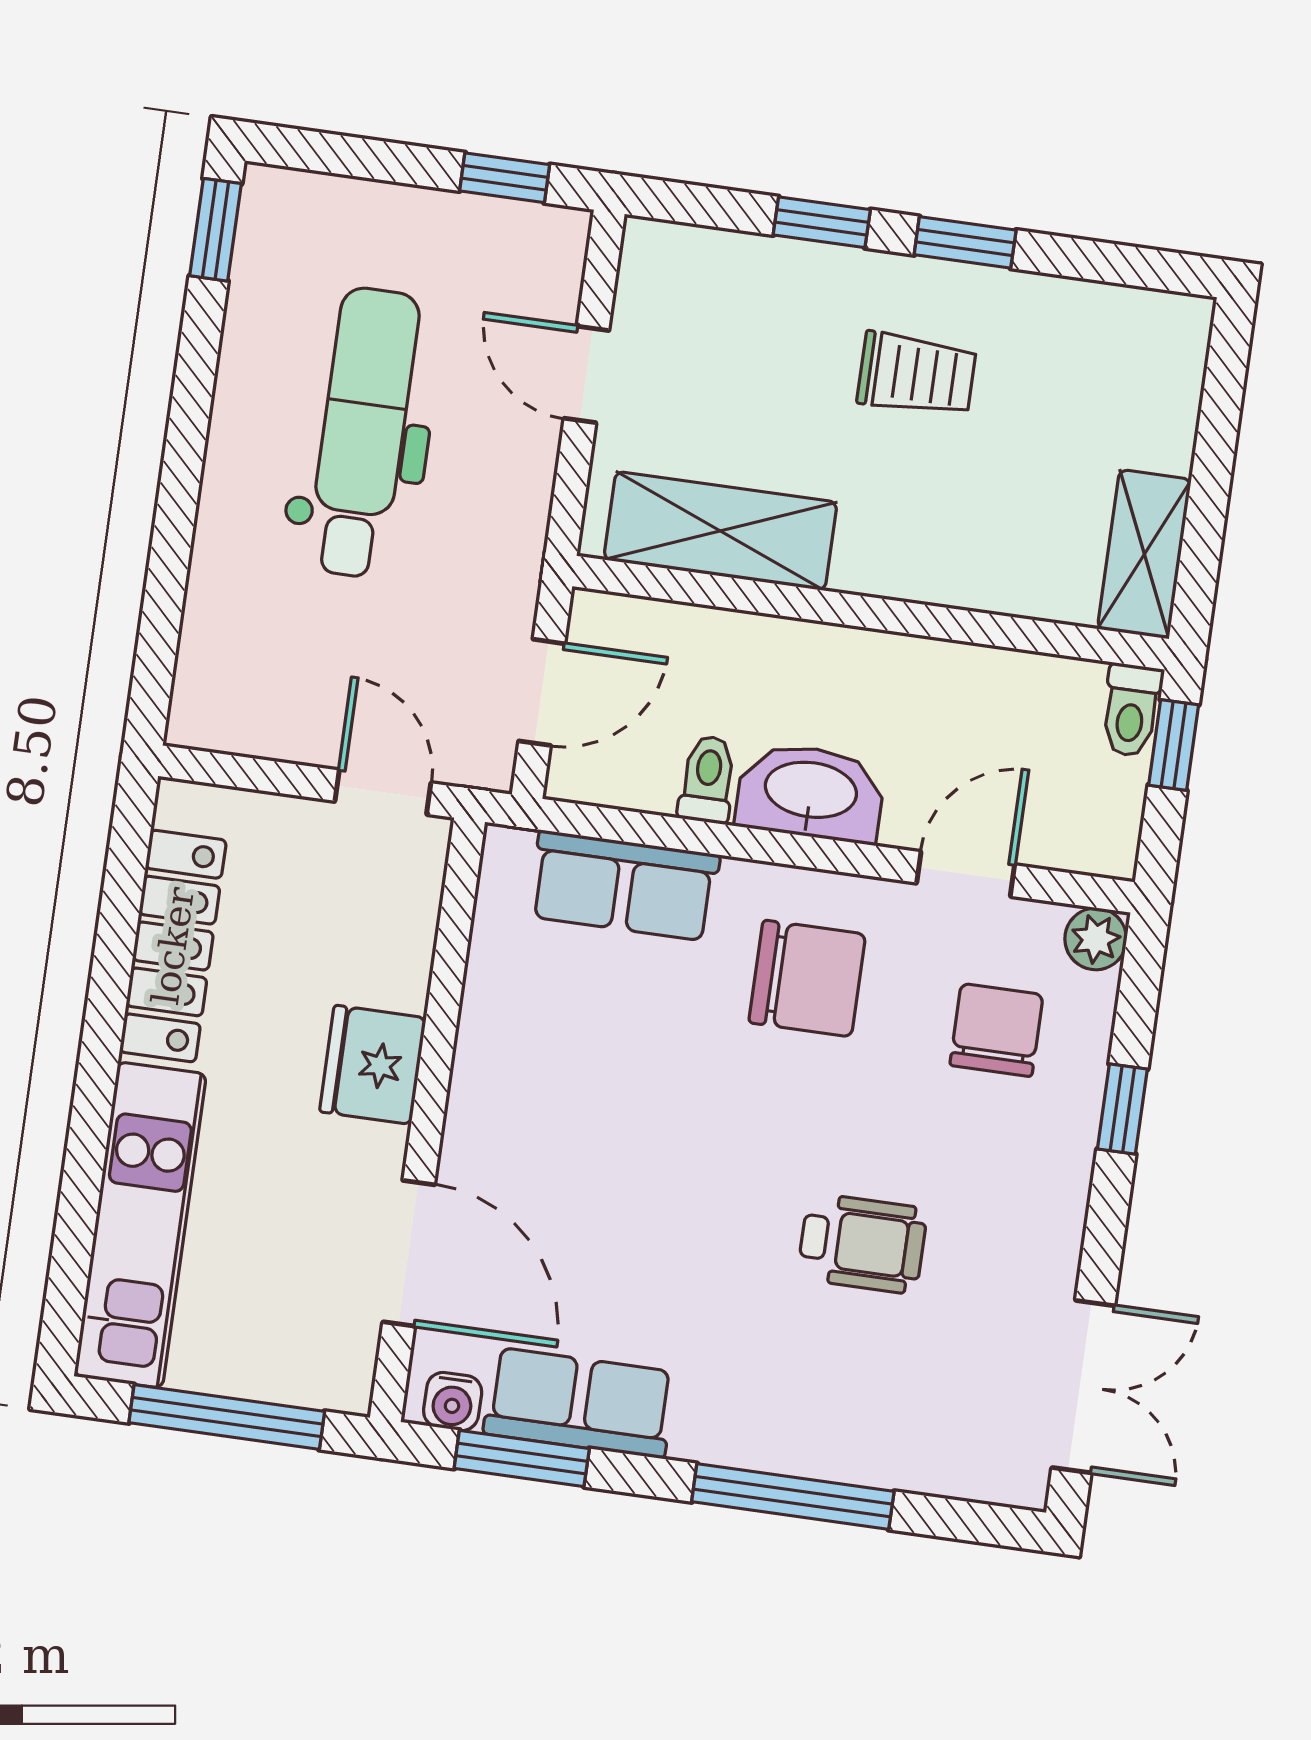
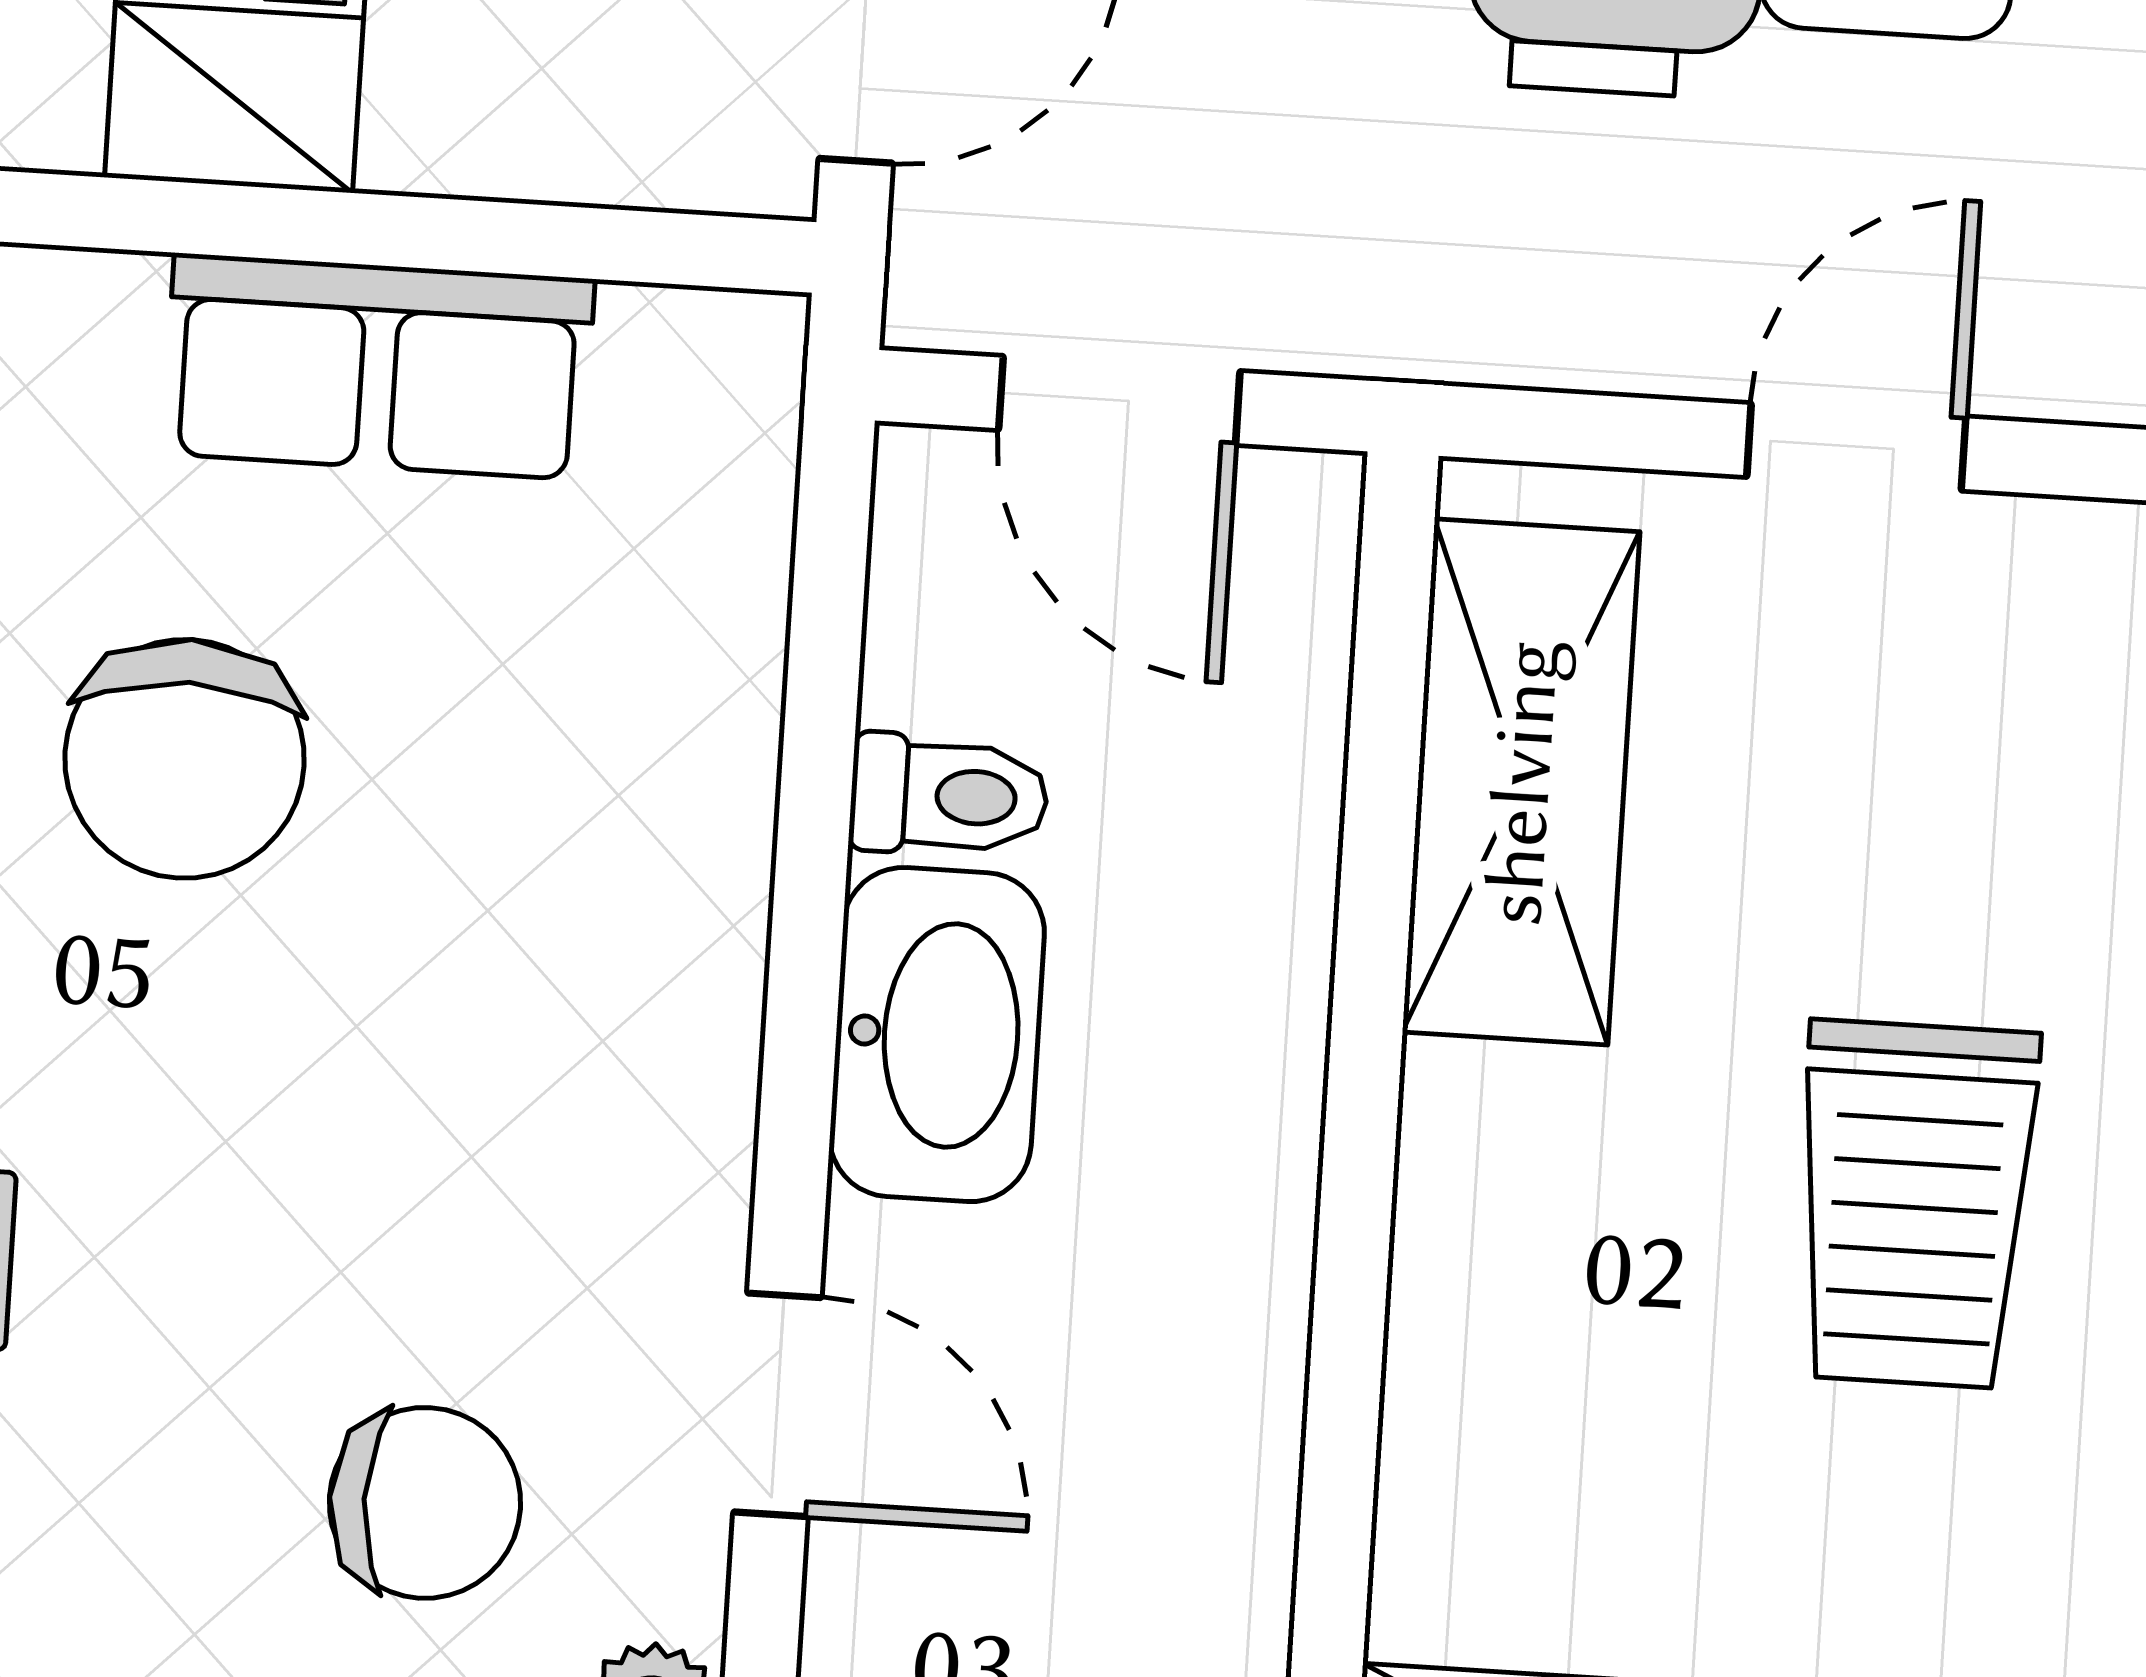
trolley: (917, 374) -> (1915, 1204), width x1.36, depth x1.39
row of seats: (624, 886) -> (378, 366), moved, turned -90
chair: (807, 978) -> (185, 759), moved

